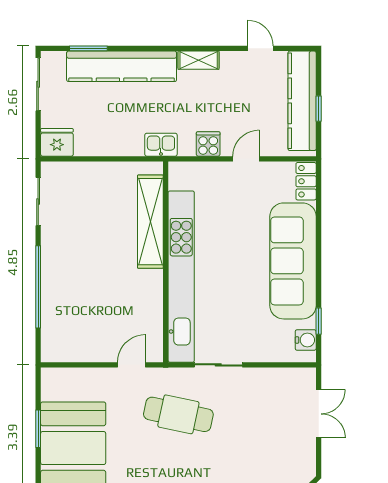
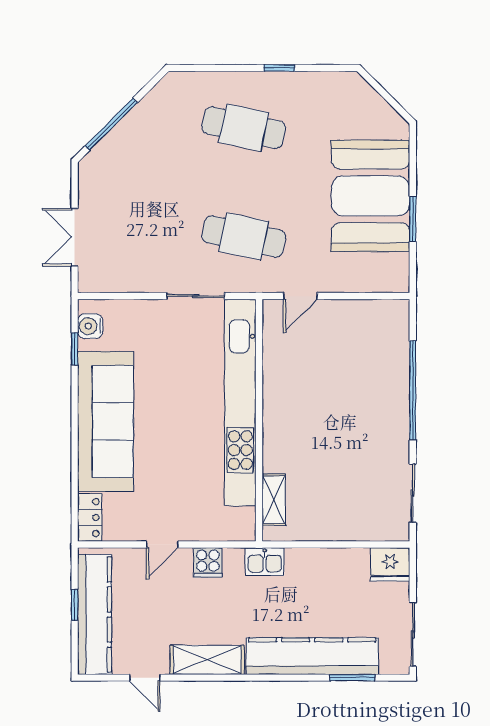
shelving: (199, 60) -> (207, 660), width x1.50, depth x1.33
shelving: (150, 222) -> (274, 500), width x0.45, depth x0.75

